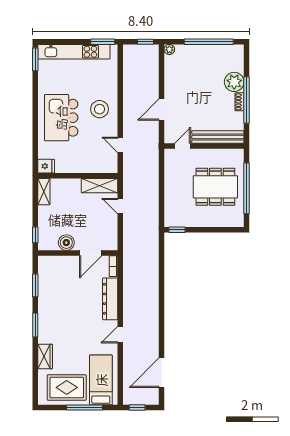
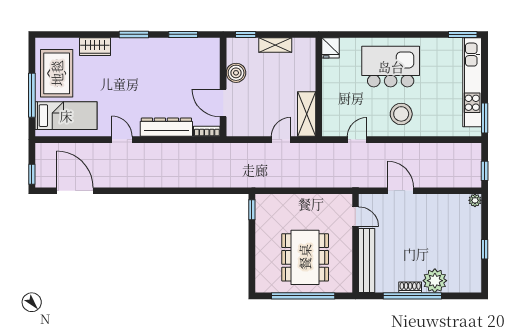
window: (209, 42) -> (485, 249), width x0.32
shelving: (44, 192) -> (275, 45), moved
window: (137, 408) -> (32, 174), moved

